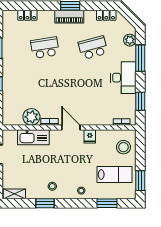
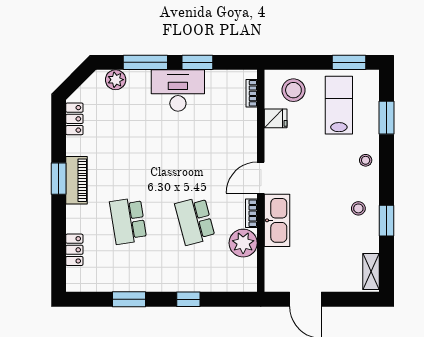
school desk: (93, 48) -> (195, 221), moved
window: (140, 101) -> (197, 62), moved
fridge: (90, 136) -> (276, 118), moved
kitchen sink: (33, 137) -> (277, 220), moved

